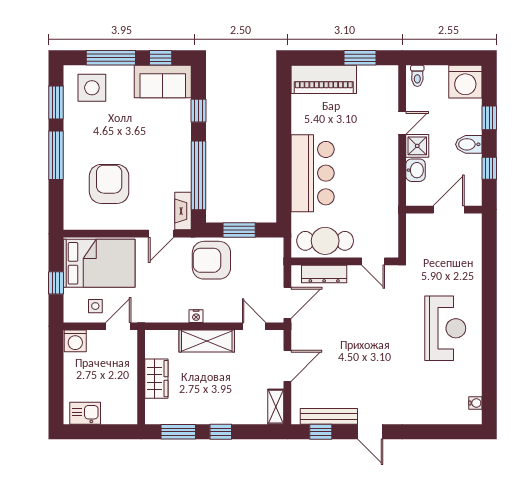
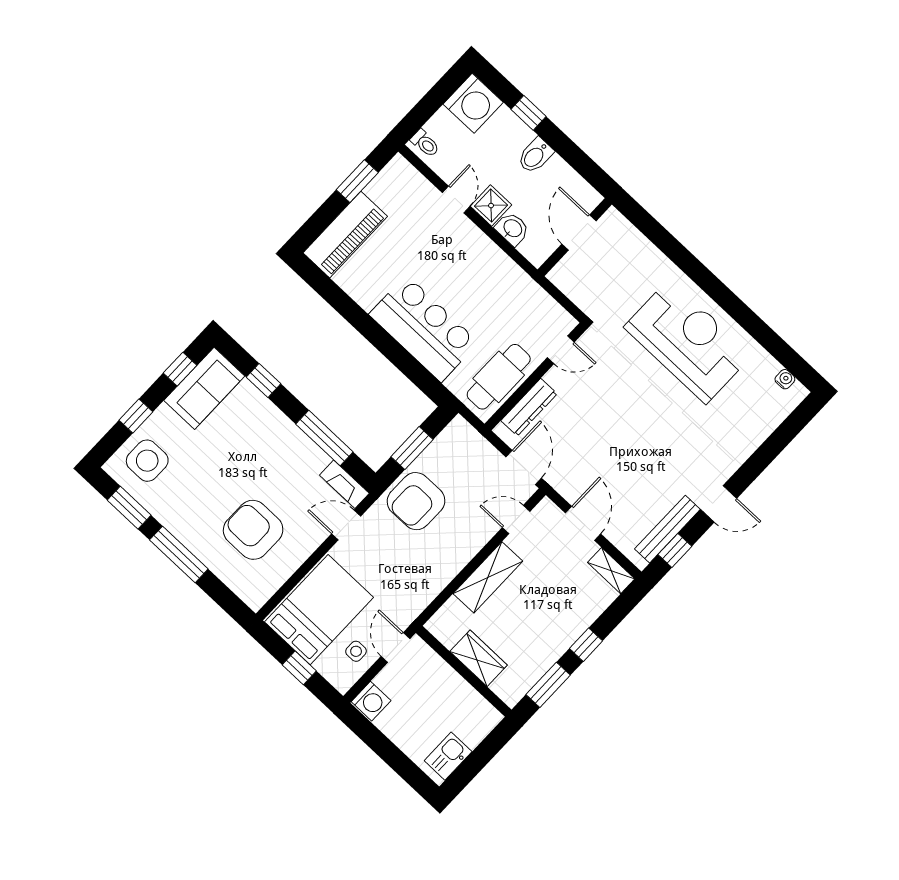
window: (111, 58) -> (136, 416), width x0.46
window: (489, 168) -> (576, 158), removed
window: (198, 175) -> (324, 438), width x0.68
door: (161, 234) -> (346, 525), swing flipped
nightstand: (196, 316) -> (455, 565), removed
reception desk: (445, 328) -> (688, 341), width x1.36, depth x1.30

